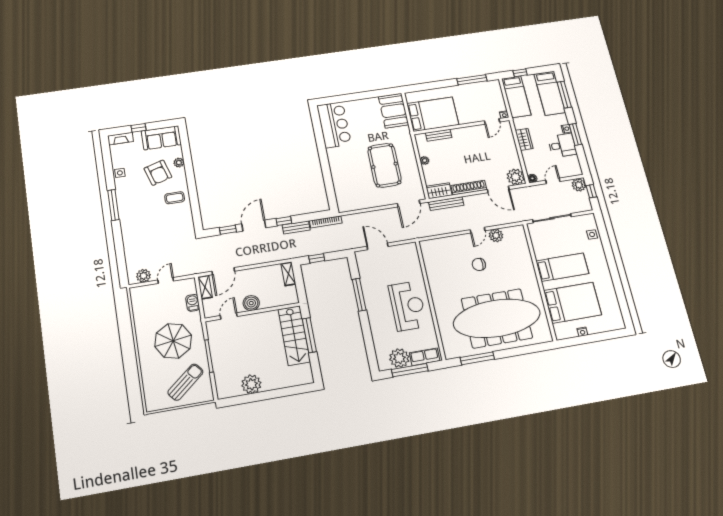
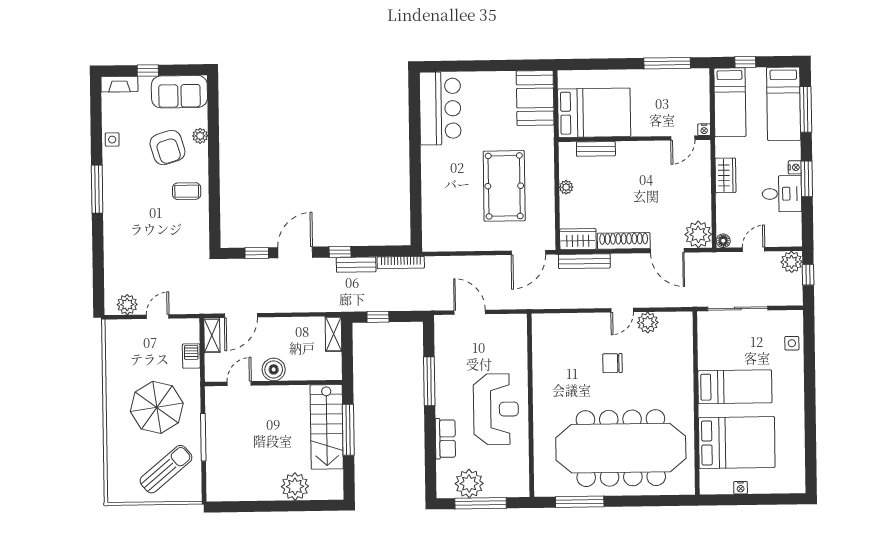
row of seats: (425, 357) -> (445, 439), moved, turned 90
plant: (251, 384) -> (295, 486), moved

